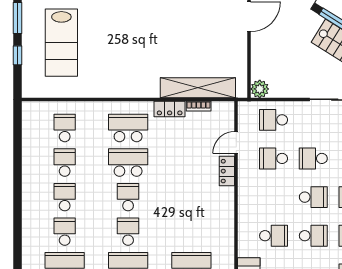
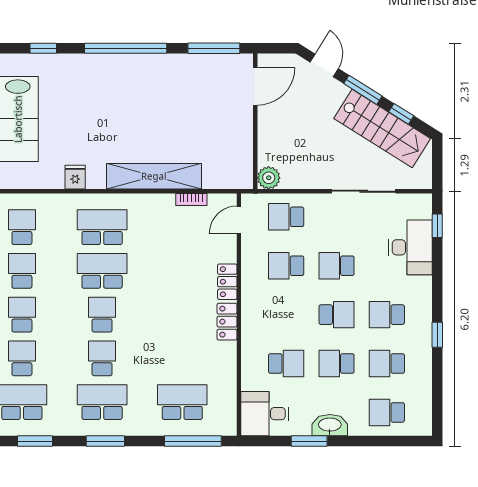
shelving: (198, 88) -> (154, 176), moved
fridge: (107, 89) -> (75, 177), added
locker: (170, 109) -> (227, 322), moved, turned 90
door: (236, 142) -> (239, 220), moved
school desk: (313, 236) -> (337, 364), turned 180

